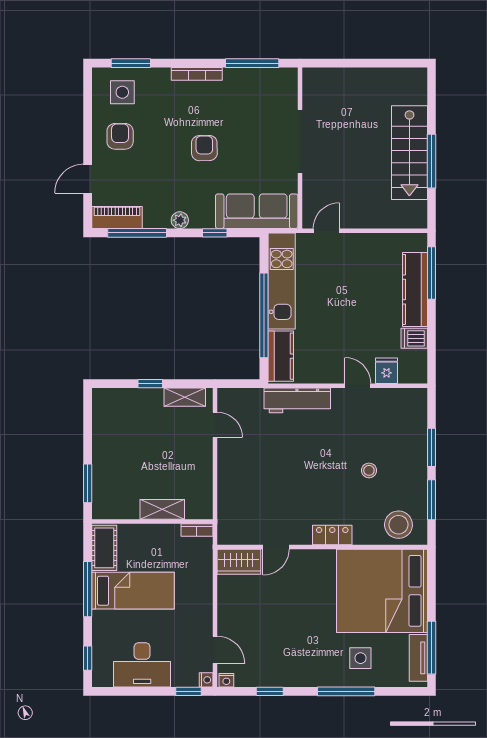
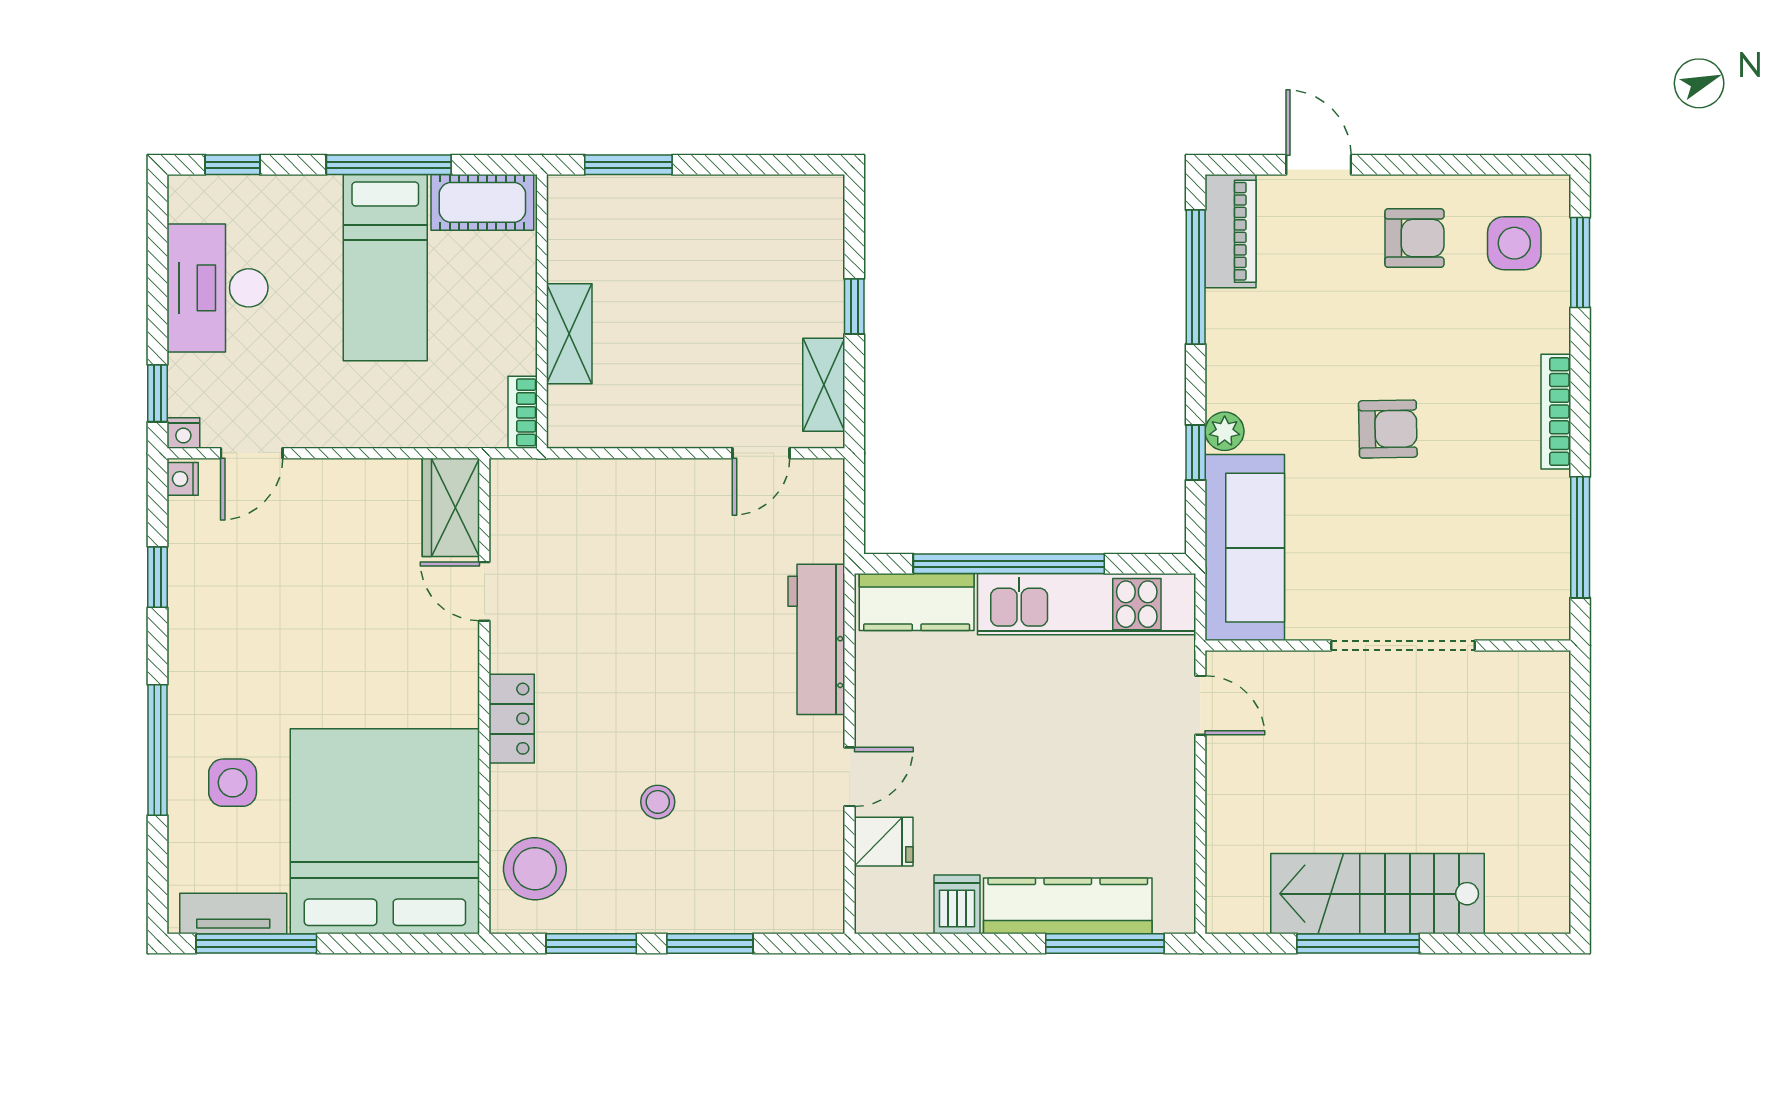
plant: (180, 220) -> (1225, 431), moved

